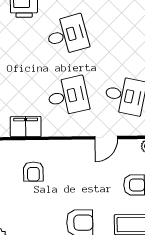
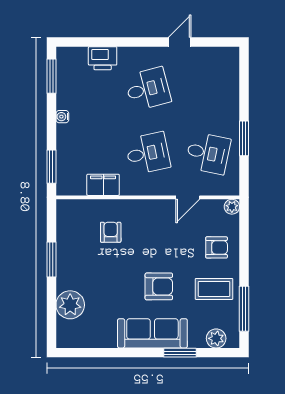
armchair: (33, 172) -> (111, 232), turned 180

